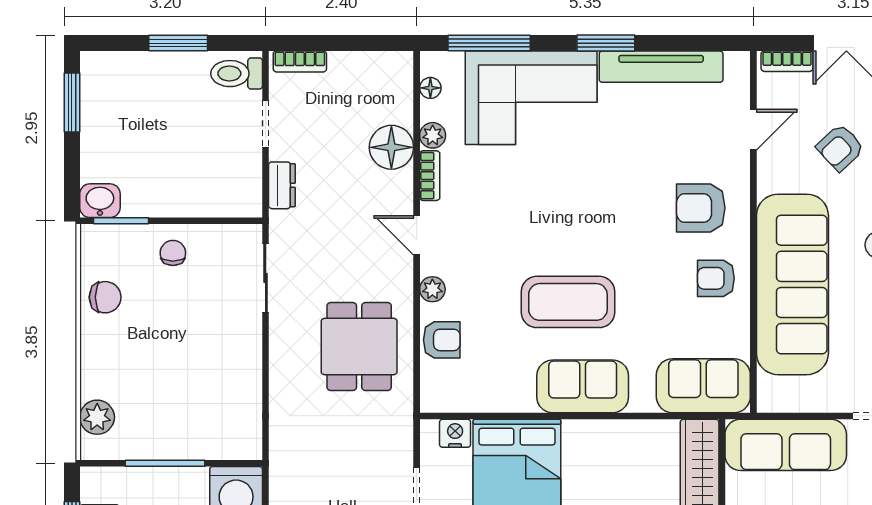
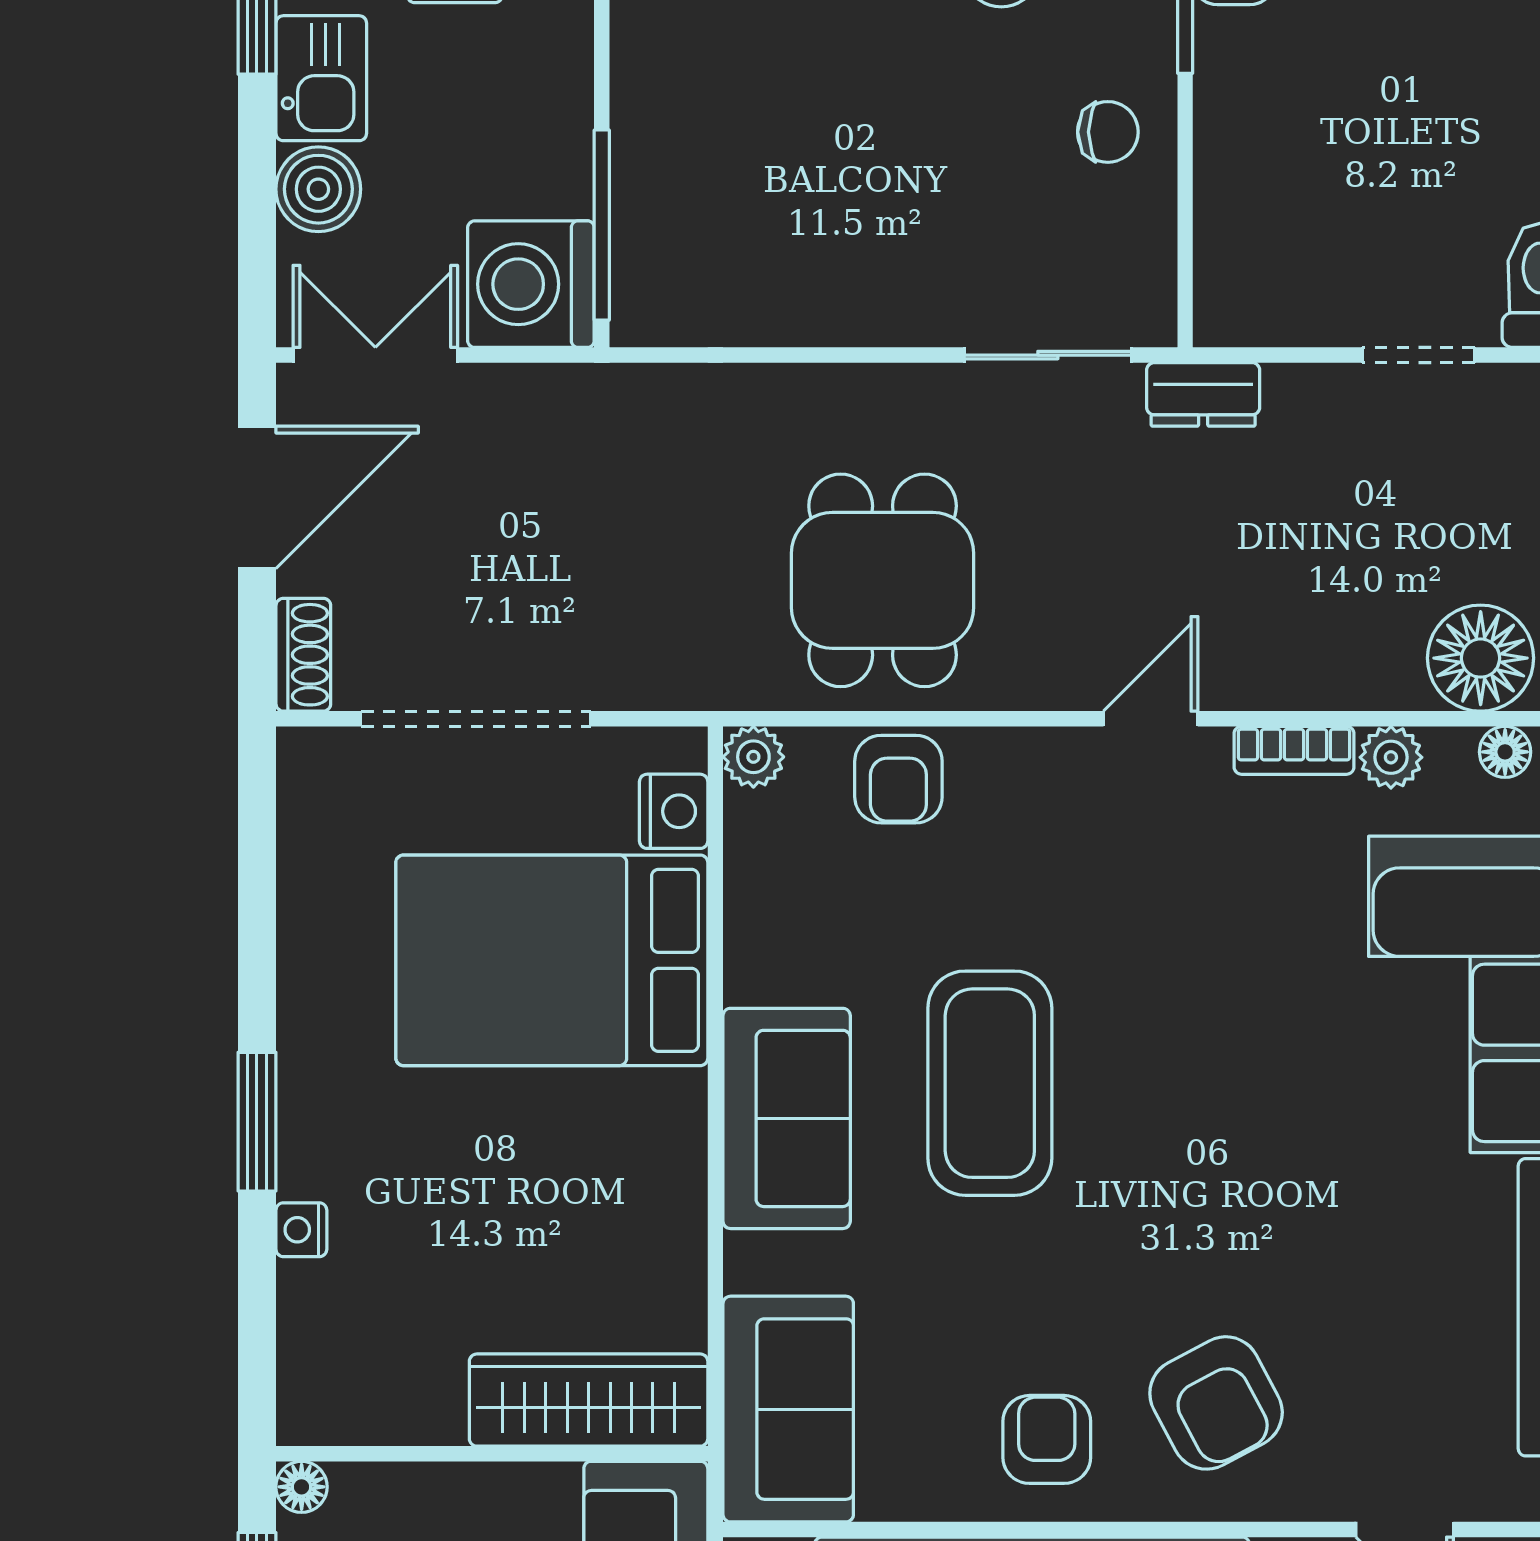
floor lamp: (391, 147) -> (1481, 658), moved
dresser: (282, 185) -> (1203, 394), moved
armchair: (701, 208) -> (1216, 1403), turned 152
plant: (432, 289) -> (753, 757), moved
dining table: (359, 347) -> (883, 580), turned 90
window: (165, 463) -> (602, 225), moved

